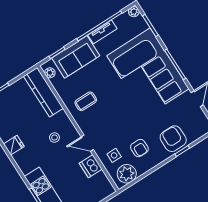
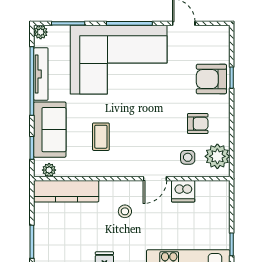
tv unit: (102, 32) -> (41, 74), width x1.41
coffee table: (86, 101) -> (101, 137), moved

